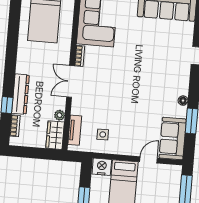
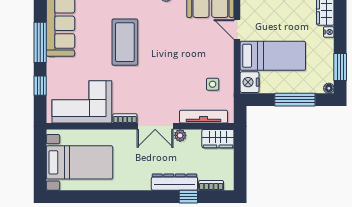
coffee table: (146, 61) -> (125, 42), added
plant: (60, 115) -> (180, 135), moved
tv unit: (75, 130) -> (204, 117), width x1.41

